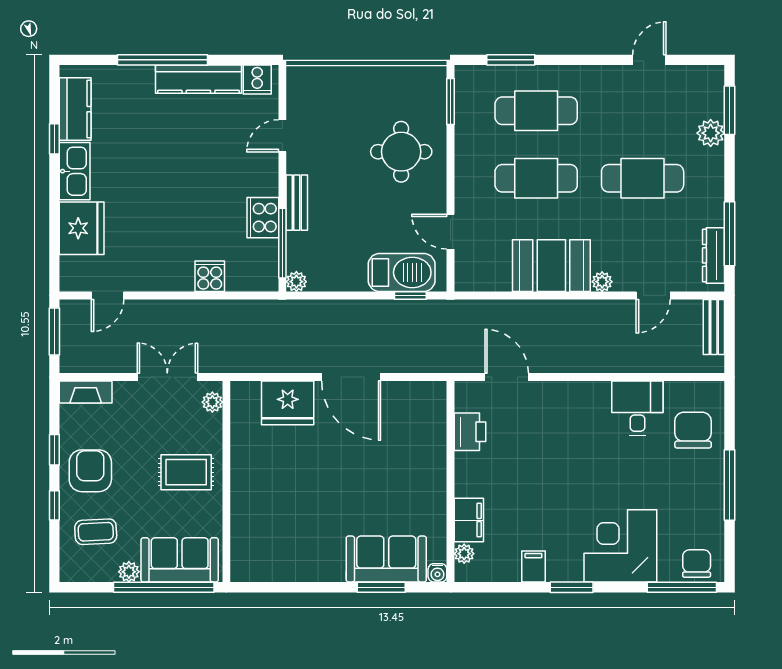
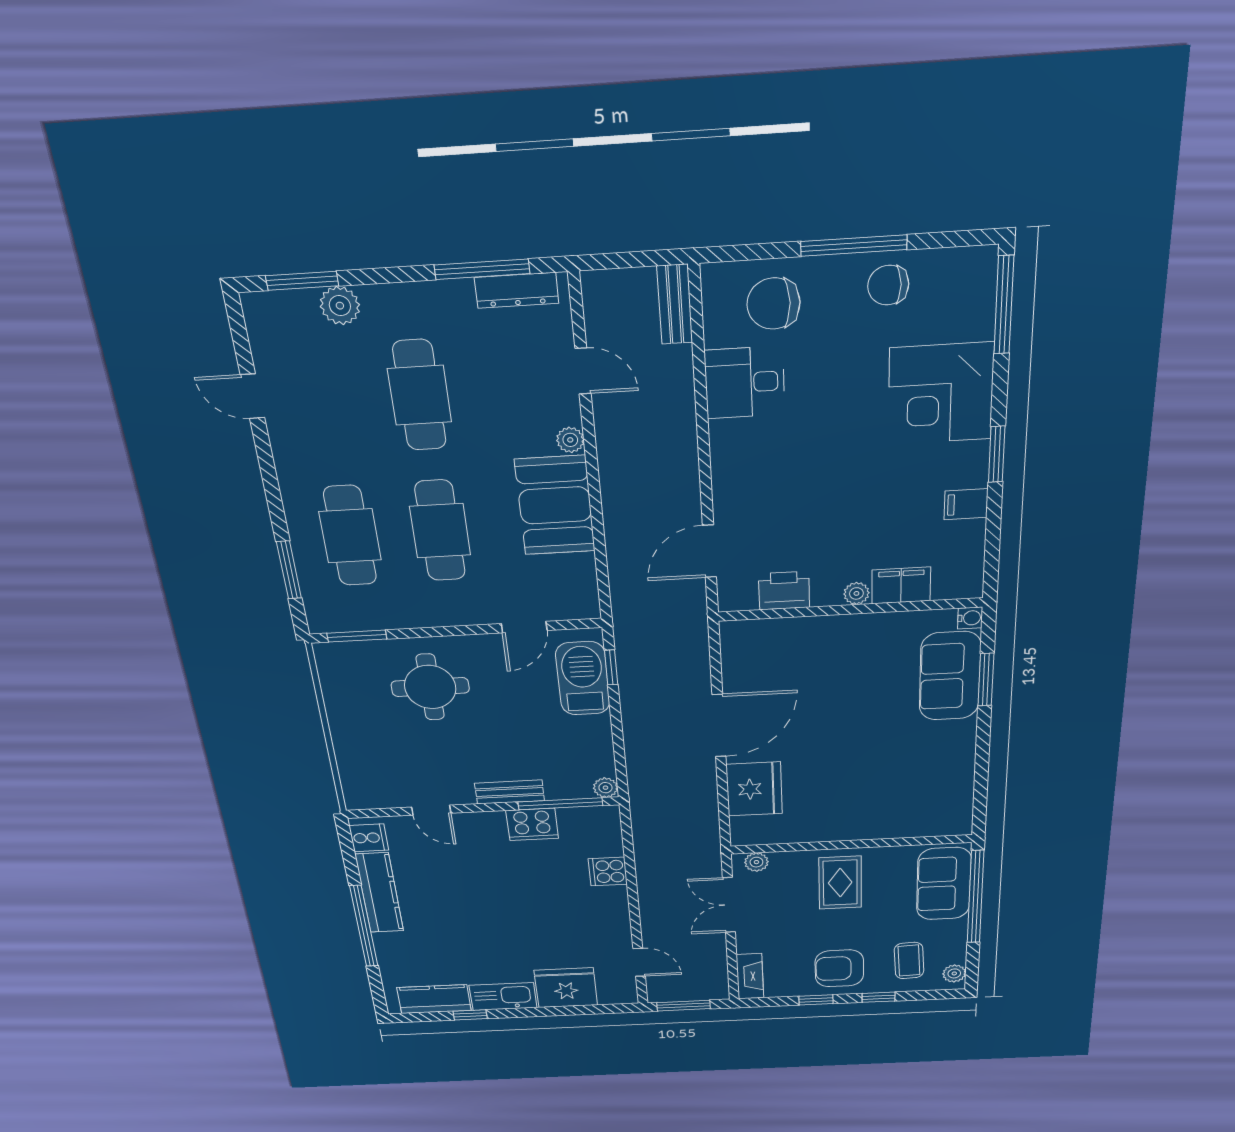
bench: (714, 327) -> (675, 304), moved, turned 90
plant: (464, 554) -> (856, 593), moved
chair: (697, 564) -> (888, 285), moved
plant: (129, 572) -> (954, 973), moved

